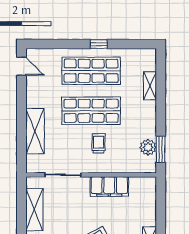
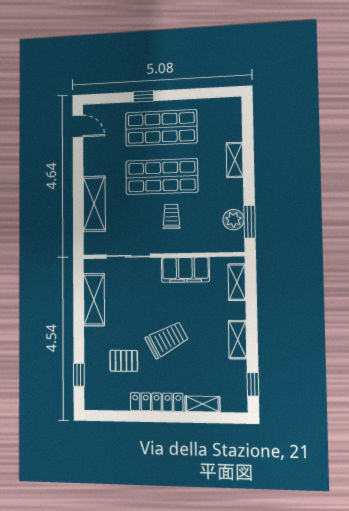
window: (99, 44) -> (143, 96), moved
shelving: (150, 86) -> (235, 160), moved
shelving: (150, 197) -> (237, 282), added

